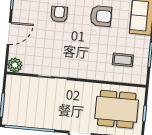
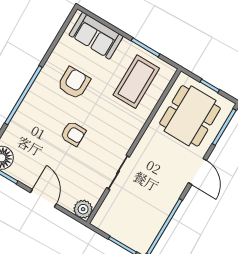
armchair: (59, 14) -> (73, 134), moved, turned 180
coffee table: (123, 60) -> (136, 82), width x1.86, depth x1.72

